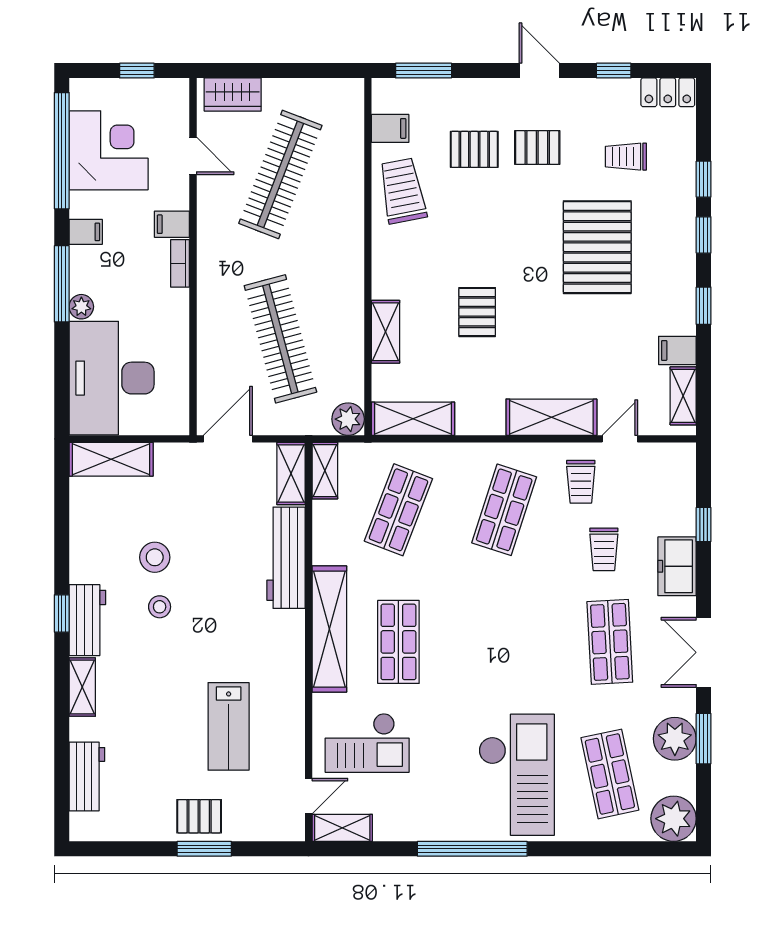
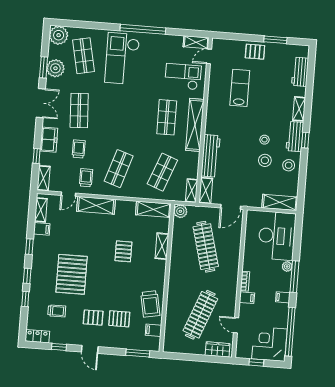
corner desk: (109, 150) -> (269, 344), moved, turned 90
shelving: (683, 473) -> (44, 178), added
stool: (97, 550) -> (289, 165), added
window: (204, 849) -> (275, 40), moved

